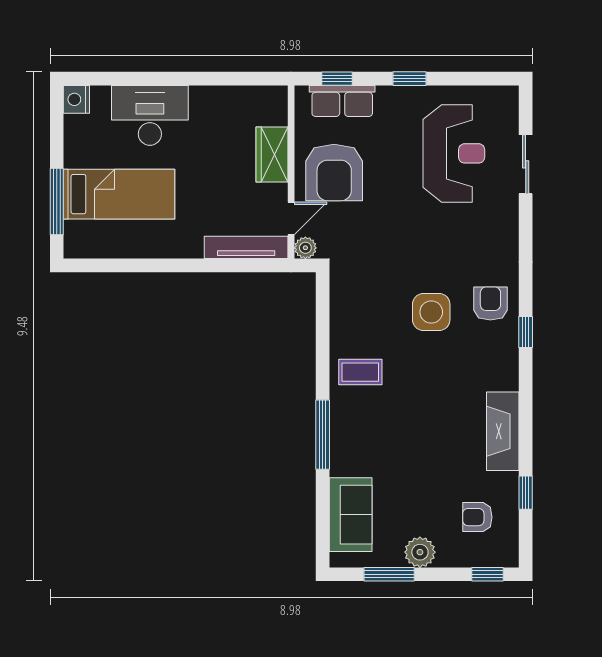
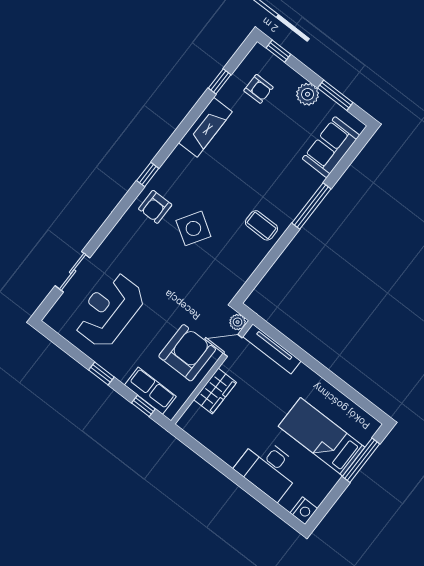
side table: (431, 312) -> (193, 228), turned 32

